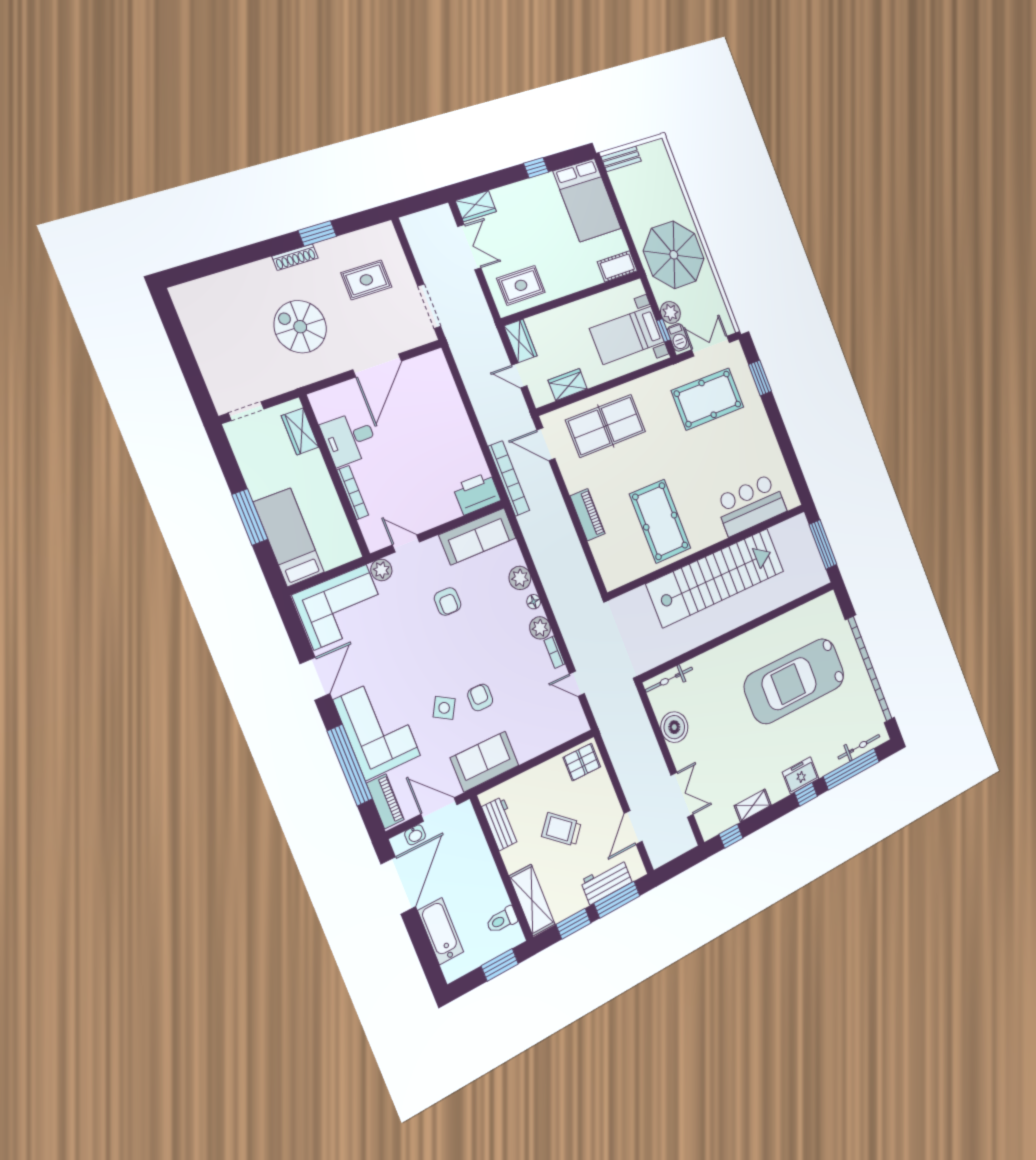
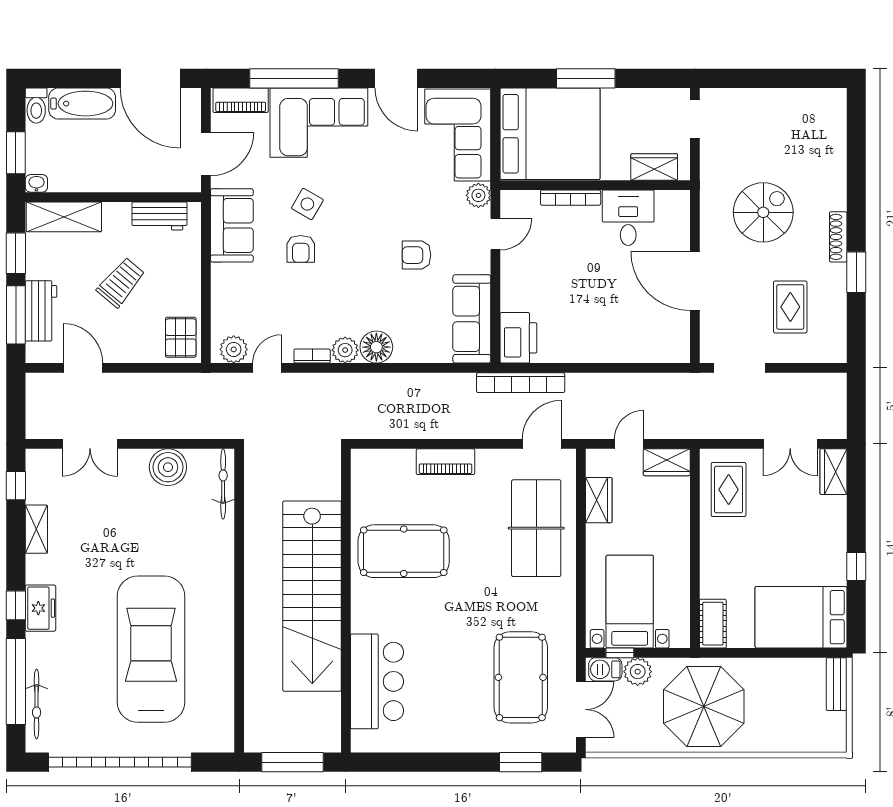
bed: (289, 537) -> (550, 134), width x2.04
plant: (520, 578) -> (234, 349), moved
floor lamp: (534, 602) -> (376, 347), width x1.89, depth x1.89
armchair: (480, 697) -> (301, 249), turned 90
washbasin: (415, 835) -> (36, 183), moved, turned 90
toilet: (502, 920) -> (36, 106), moved, turned 180

